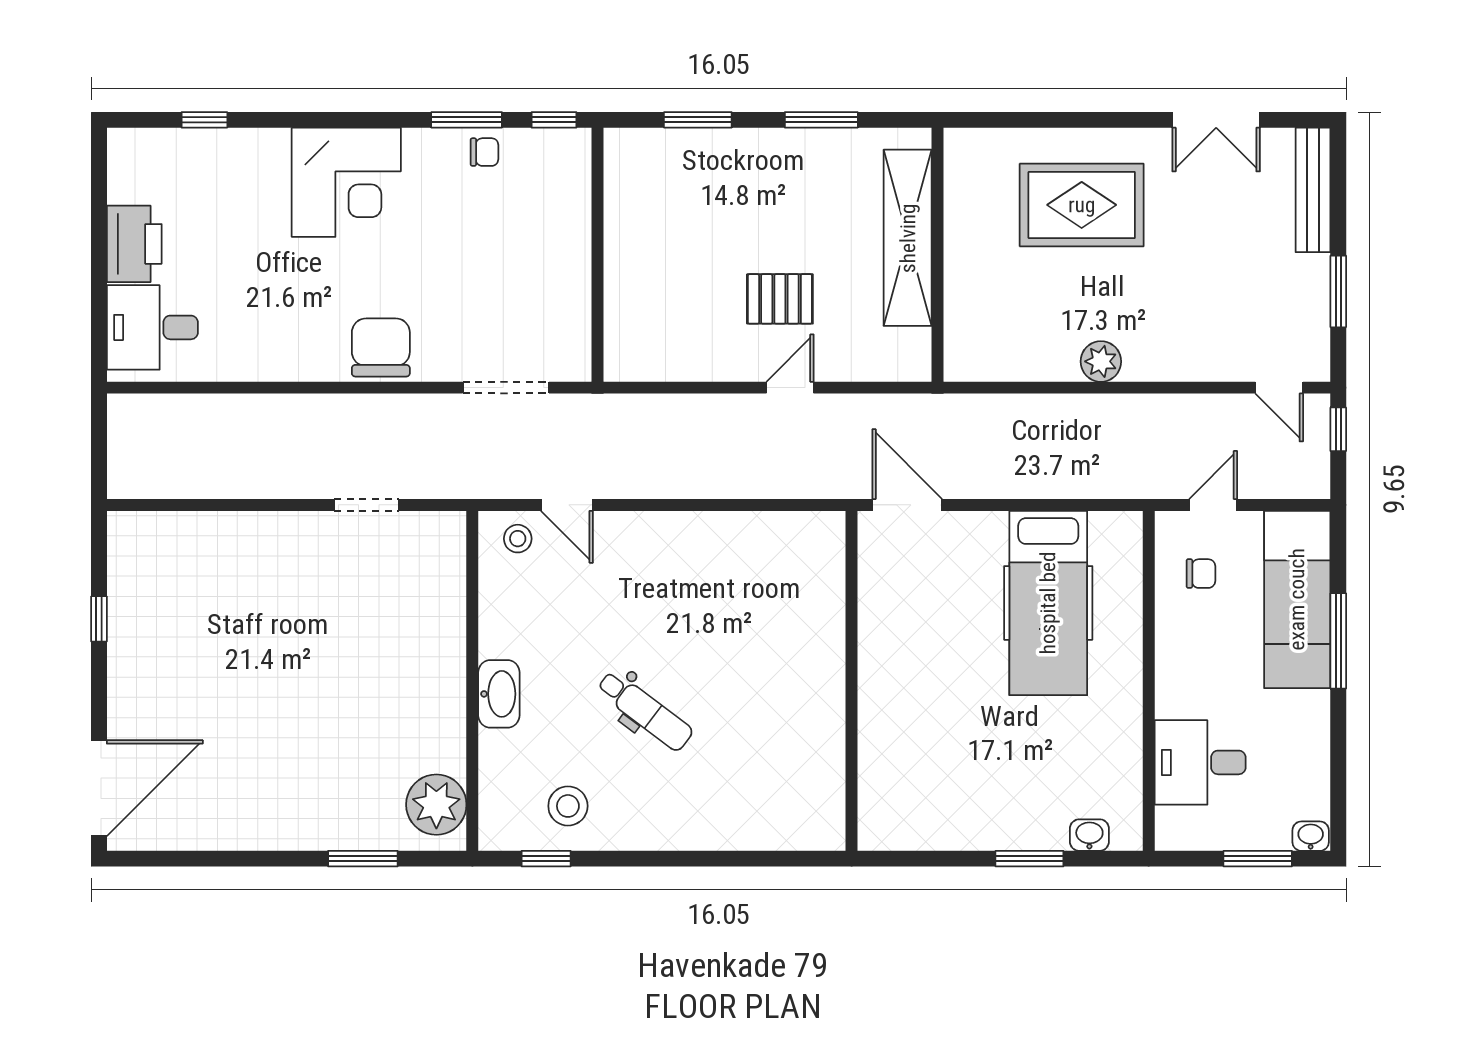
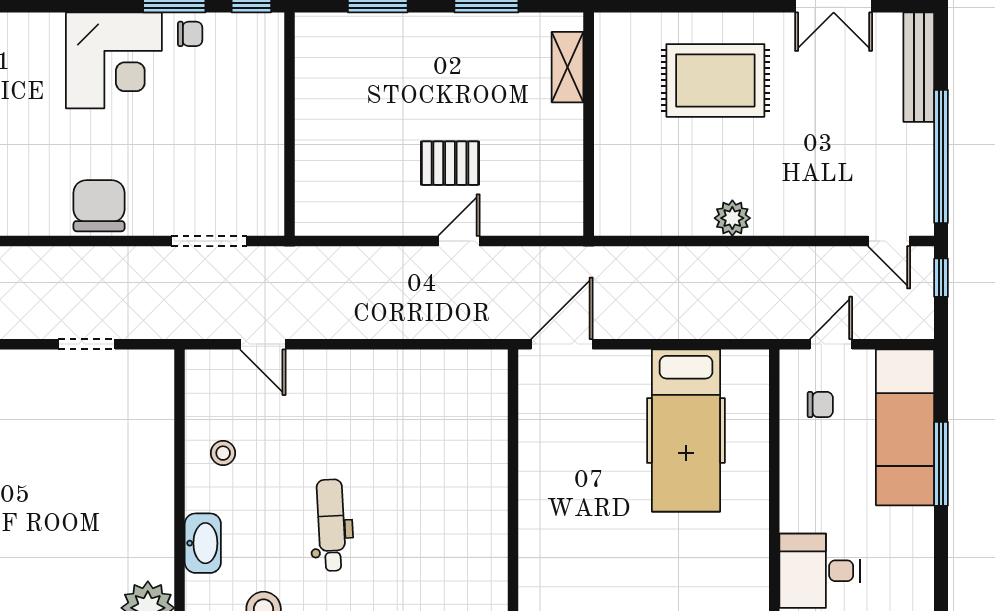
corner desk: (346, 182) -> (114, 60), moved
shelving: (908, 238) -> (568, 67), width x0.45, depth x0.75
window: (1338, 291) -> (941, 156), width x2.11
door: (907, 505) -> (562, 344), hinge flipped
stool: (518, 539) -> (223, 453), moved
washbasin: (499, 694) -> (203, 543), moved
dental chair: (645, 711) -> (331, 525), turned -130

